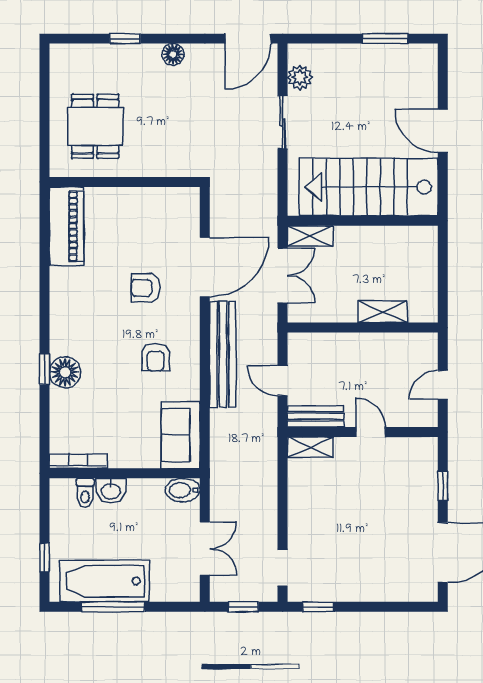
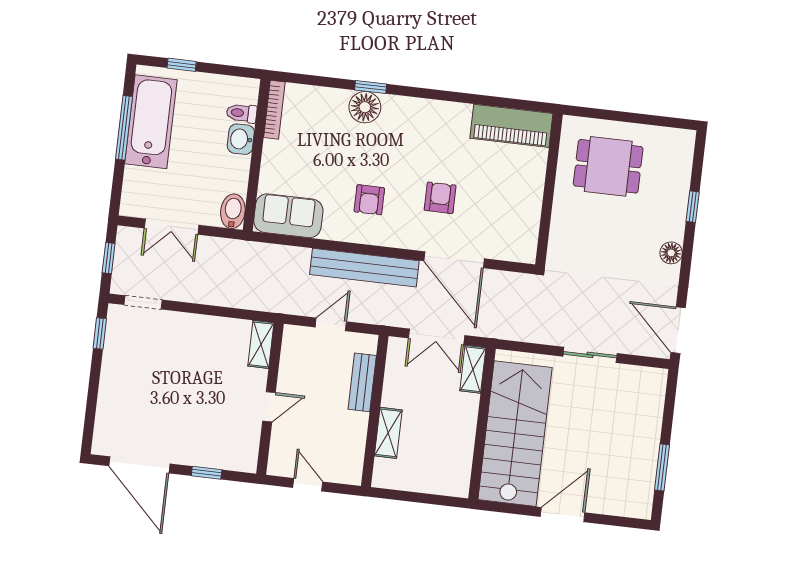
plant: (300, 77) -> (633, 377), removed
armchair: (156, 357) -> (369, 200), turned -90
bench: (316, 416) -> (362, 382), moved

